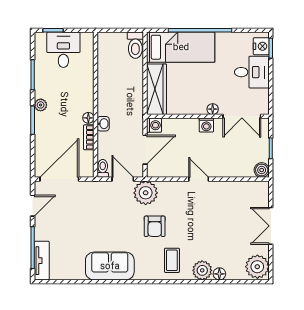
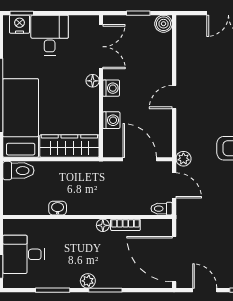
washbasin: (103, 124) -> (58, 208), moved
washing machine: (154, 125) -> (111, 120), moved, turned 90
door: (123, 179) -> (174, 185), swing flipped
plant: (146, 193) -> (183, 159), width x0.53, depth x0.53

